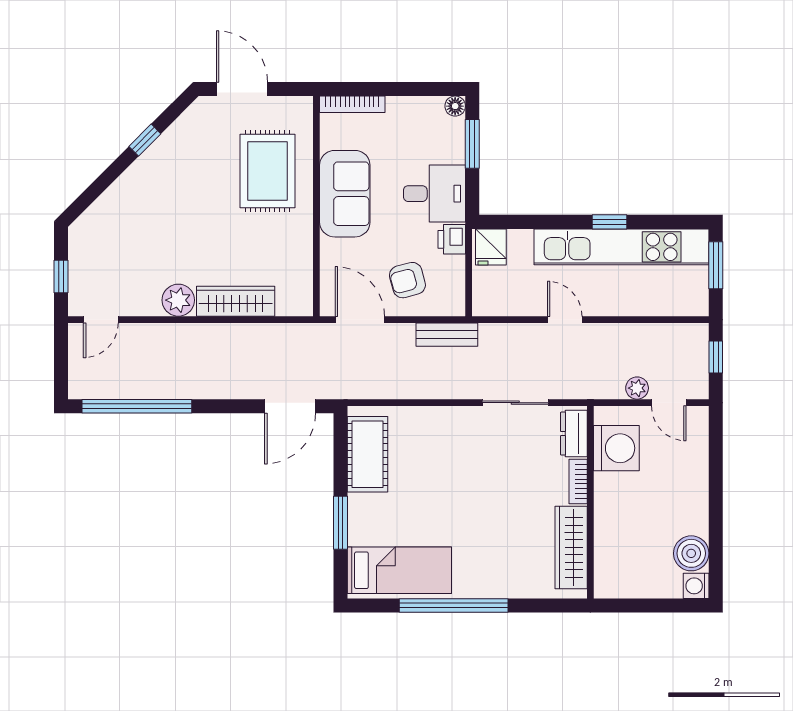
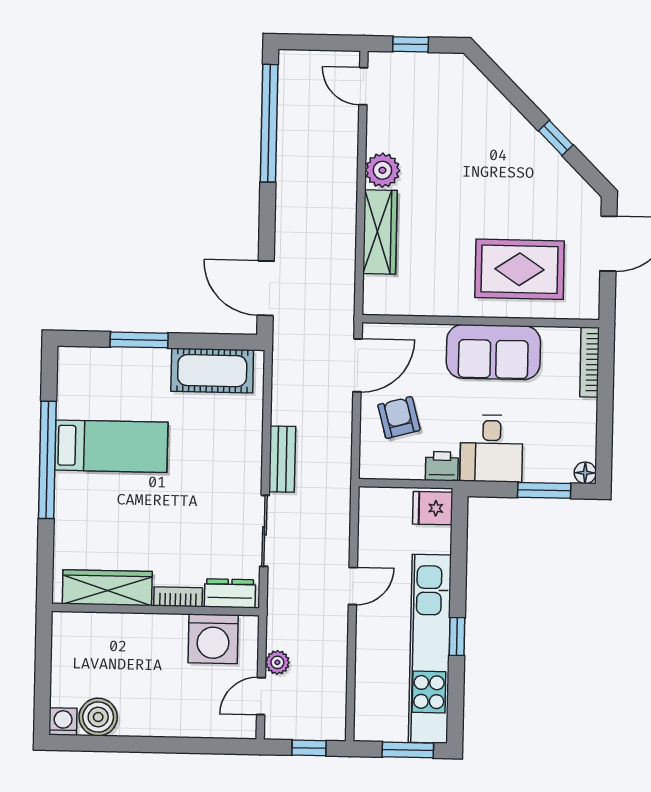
bench: (447, 335) -> (282, 459), moved
bed: (399, 570) -> (111, 446), moved, turned -90

